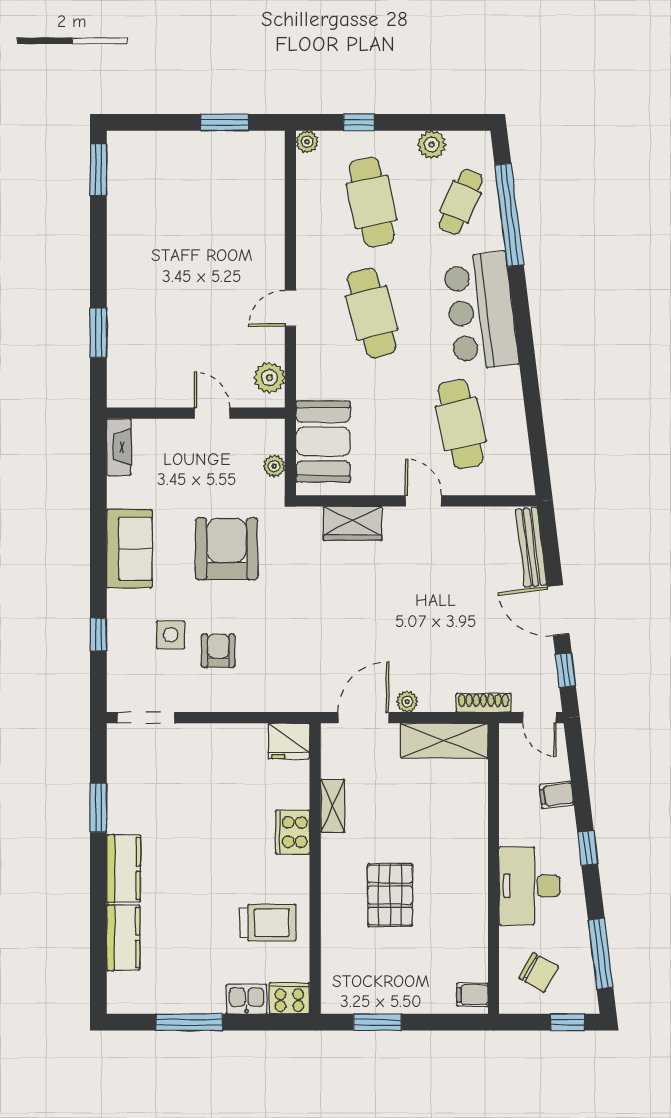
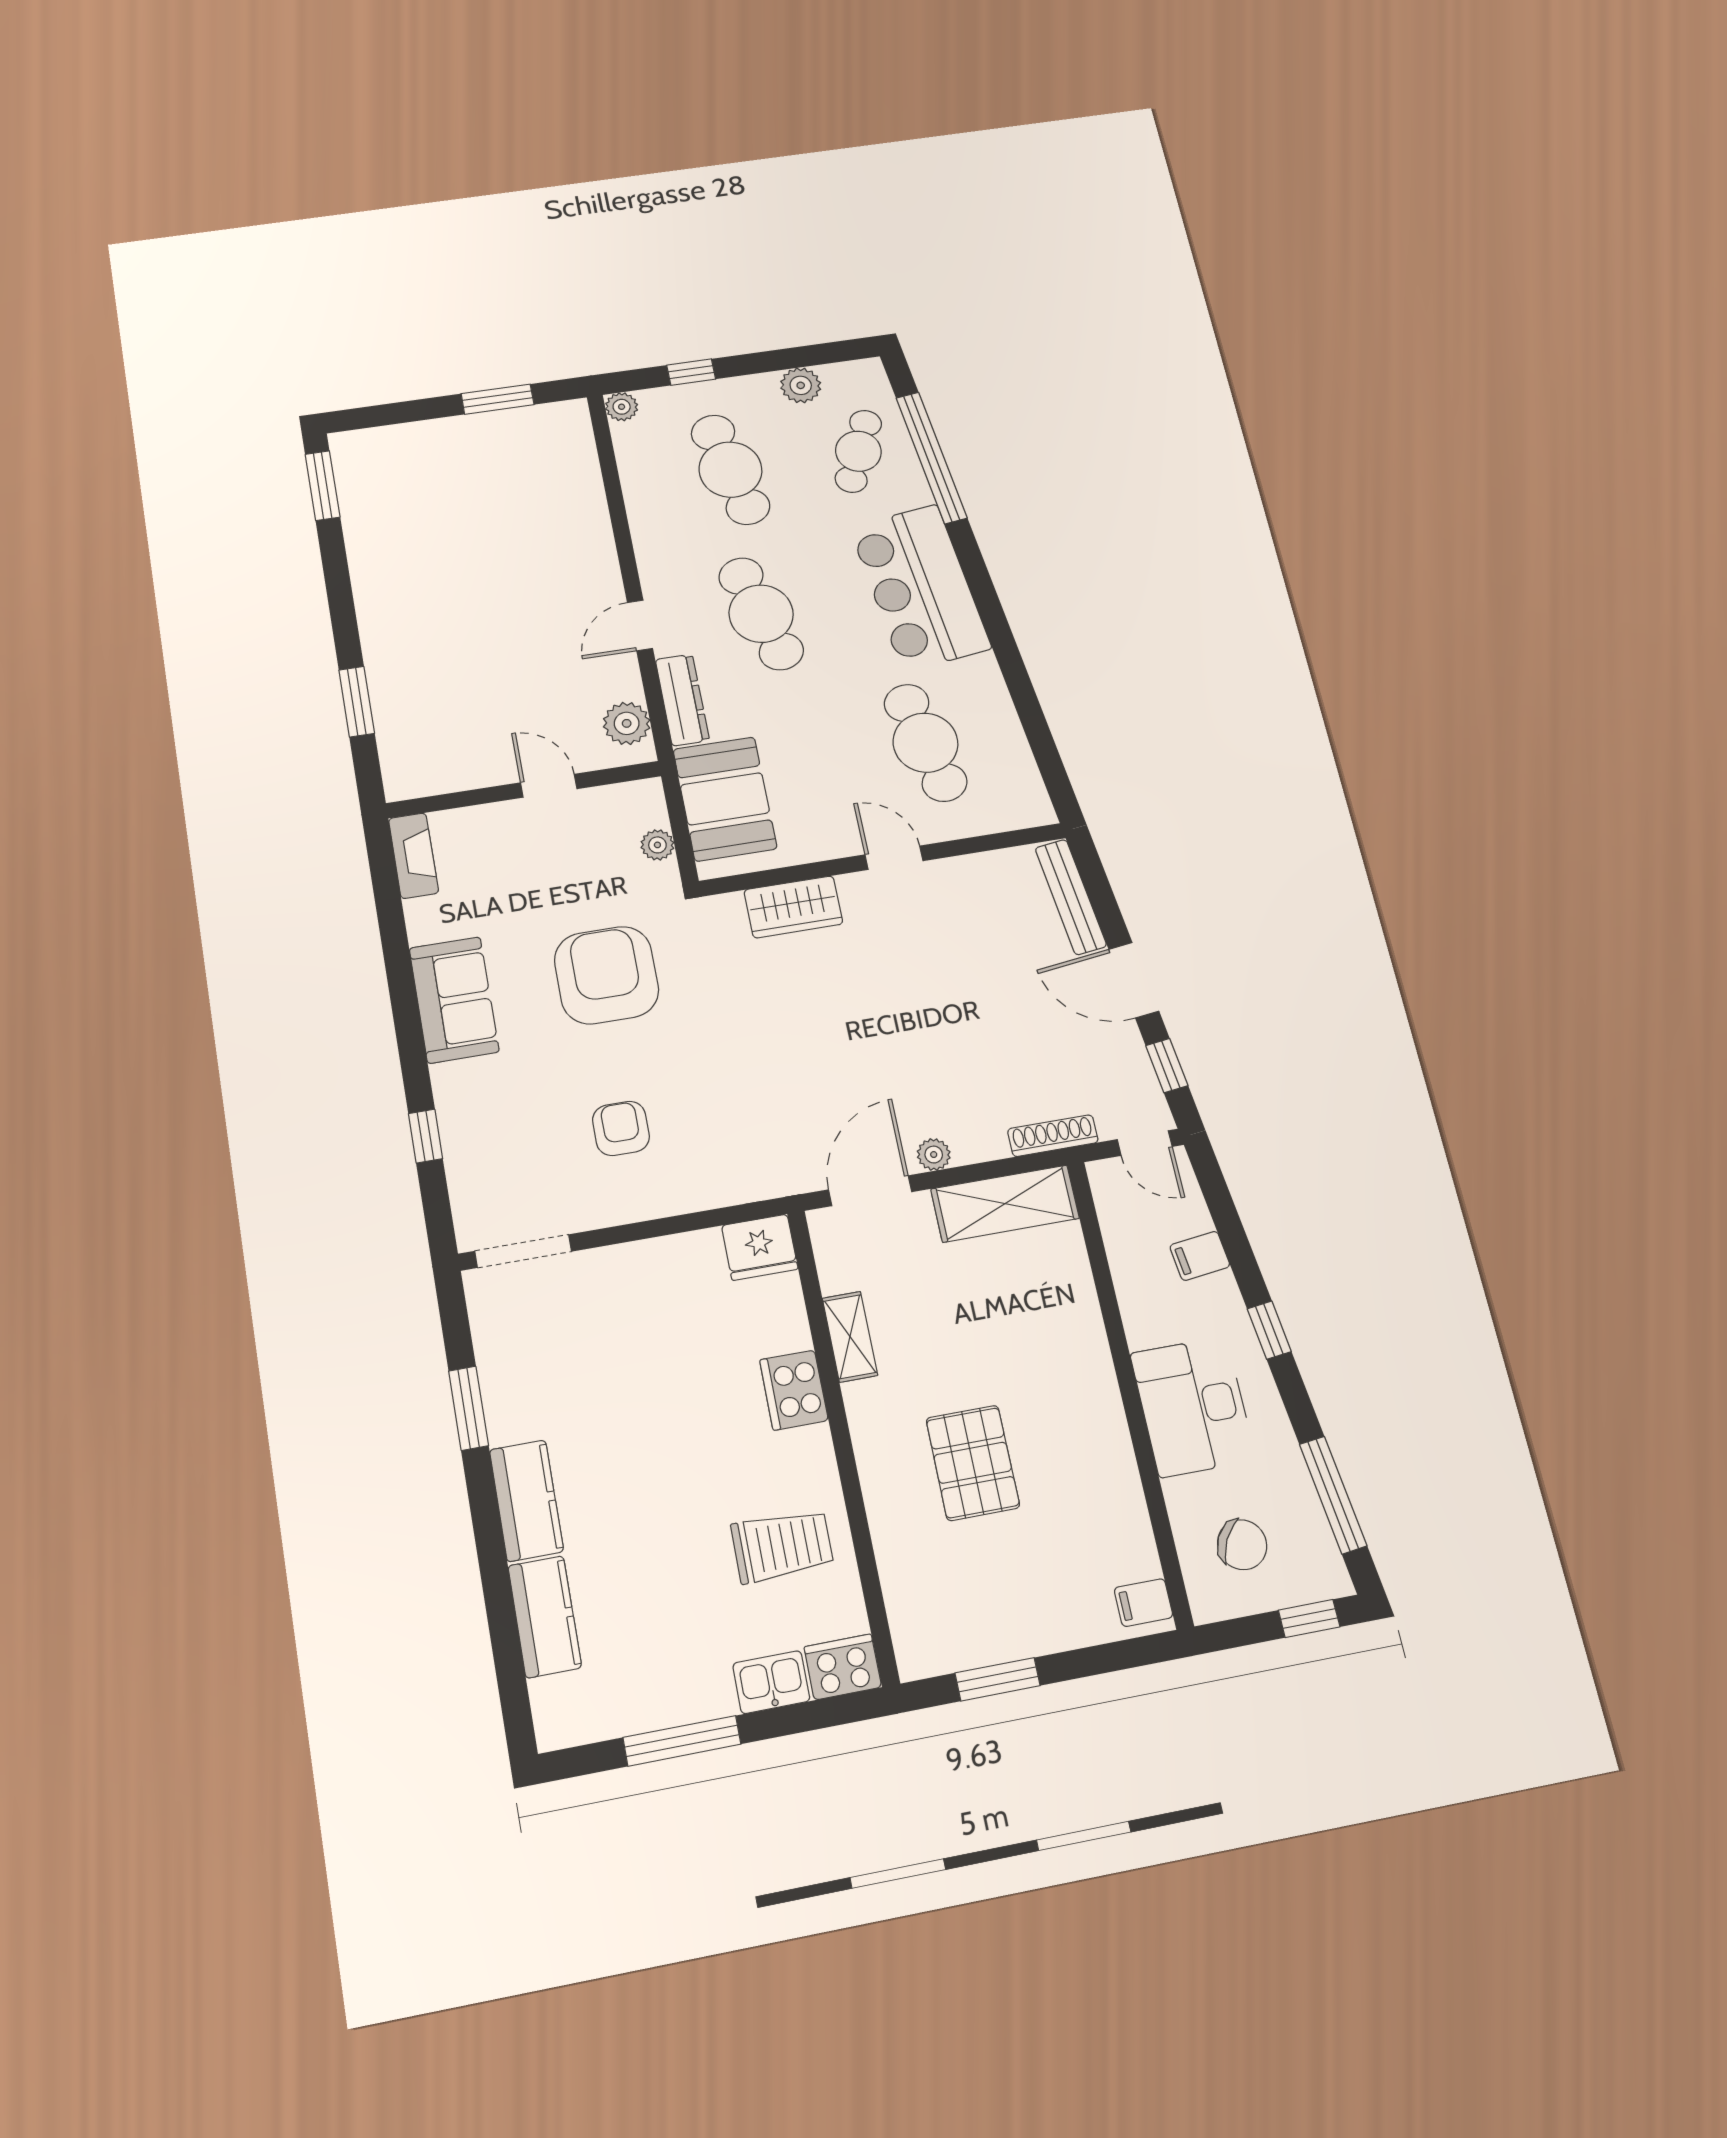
dresser: (308, 367) -> (682, 700), added
side table: (171, 635) -> (541, 1117), removed

